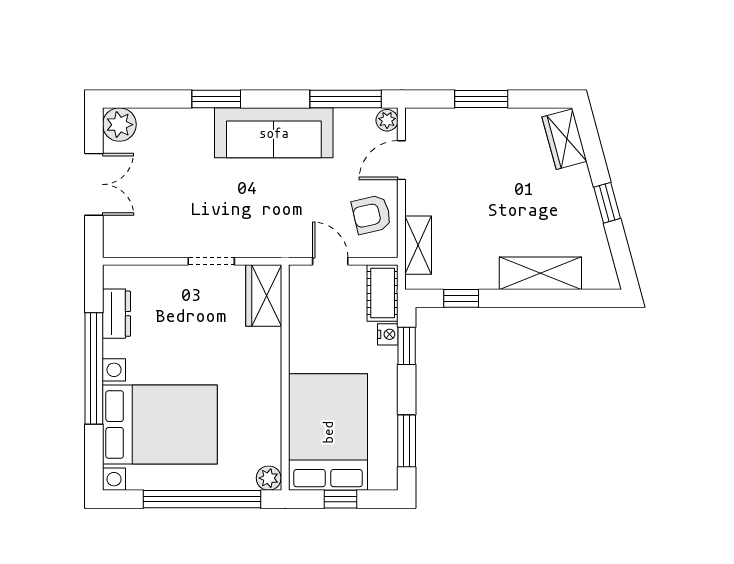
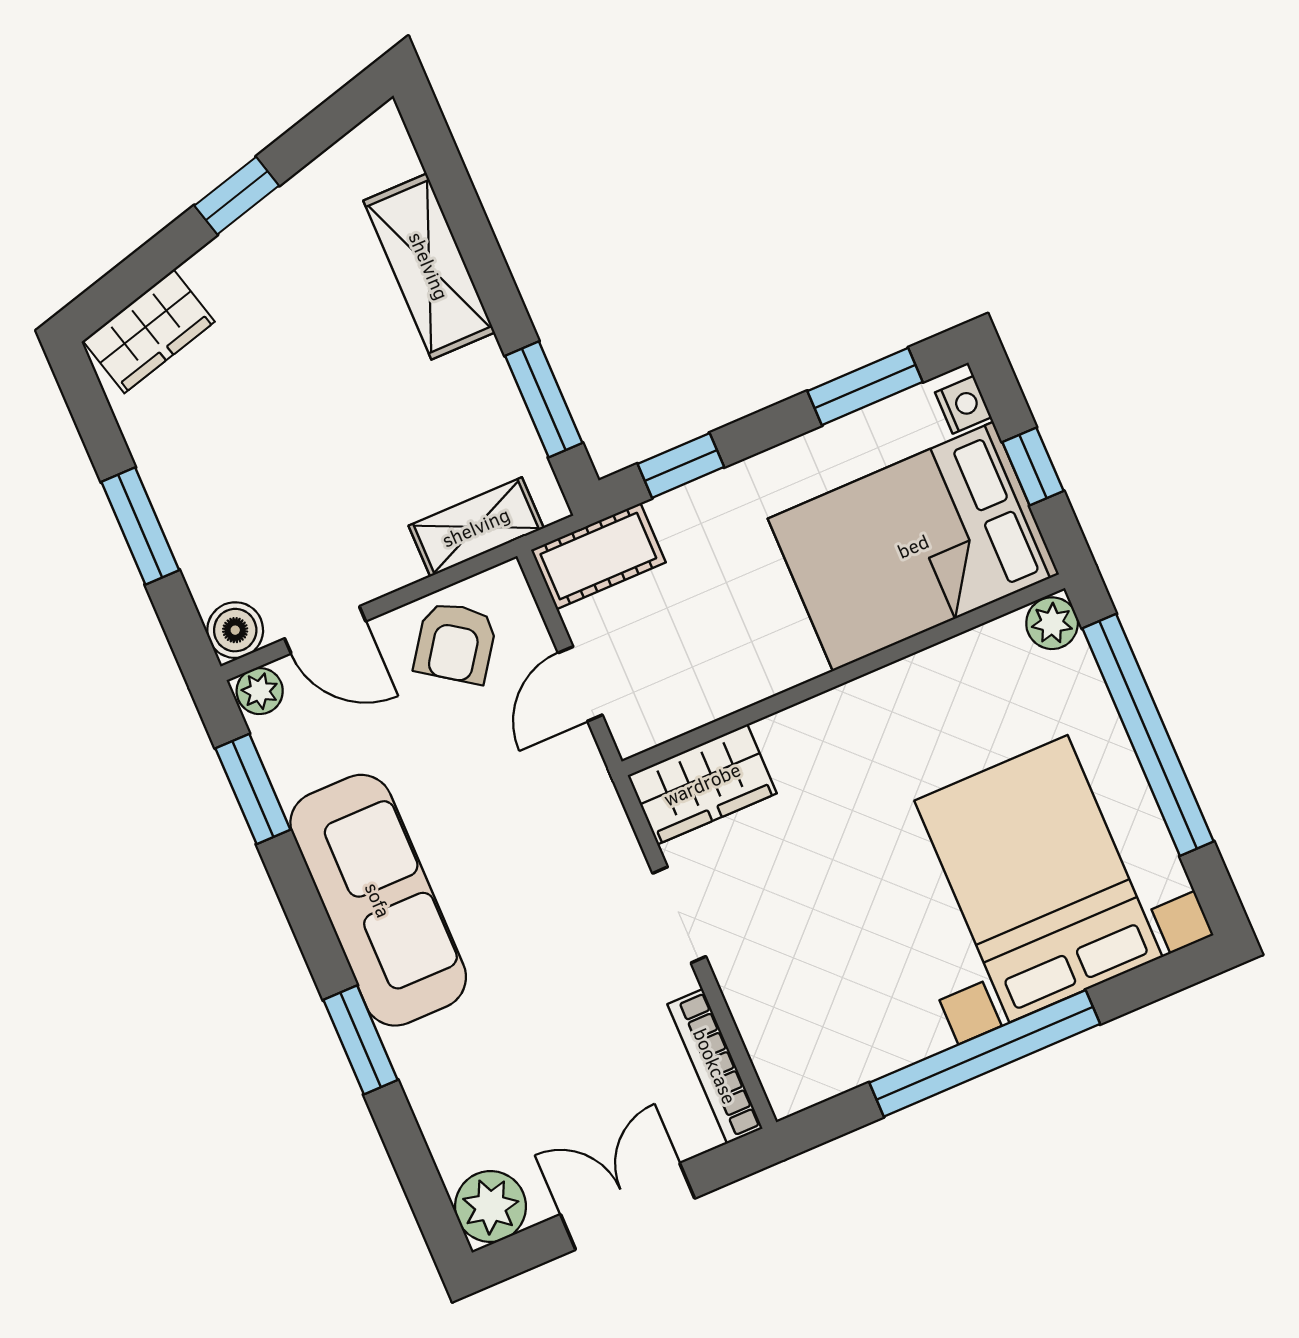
window: (346, 99) -> (253, 789), width x0.69
boiler: (418, 121) -> (235, 630), added
armchair: (372, 215) -> (455, 643), turned 48
bookcase: (139, 249) -> (715, 1066), added
window: (461, 298) -> (544, 399), width x1.50
dresser: (116, 314) -> (860, 1055), removed
nightstand: (388, 334) -> (963, 405), moved, turned 90

